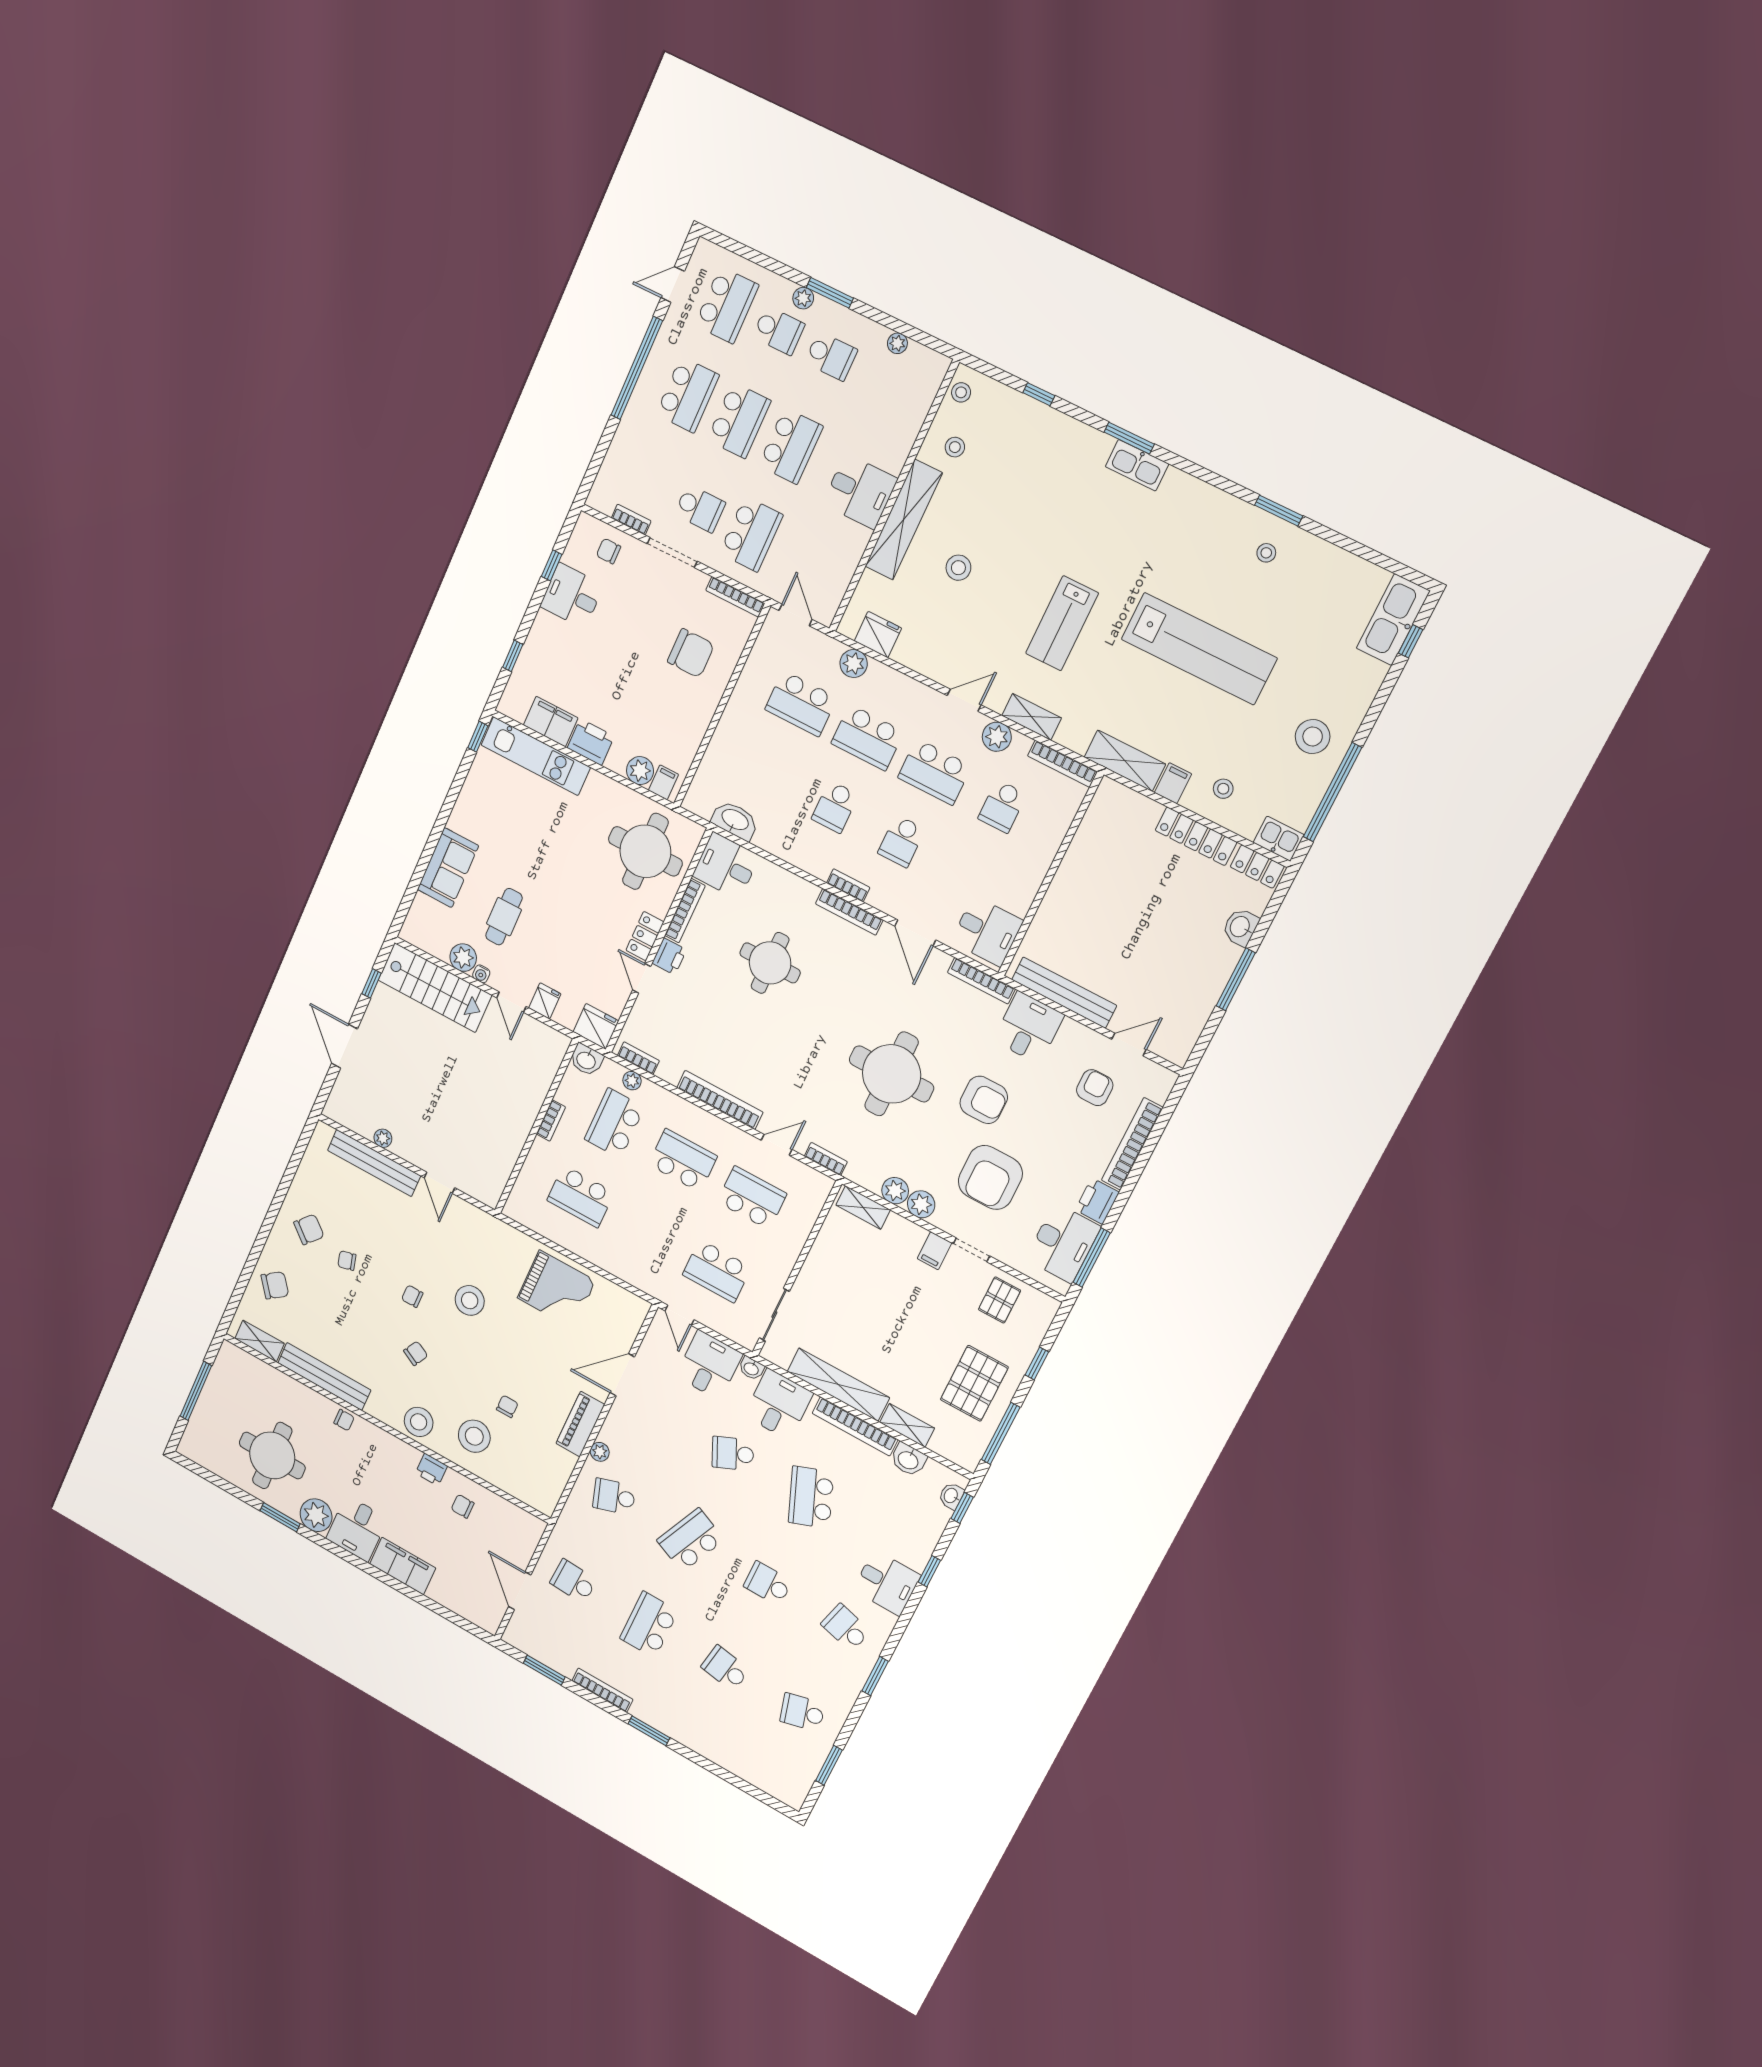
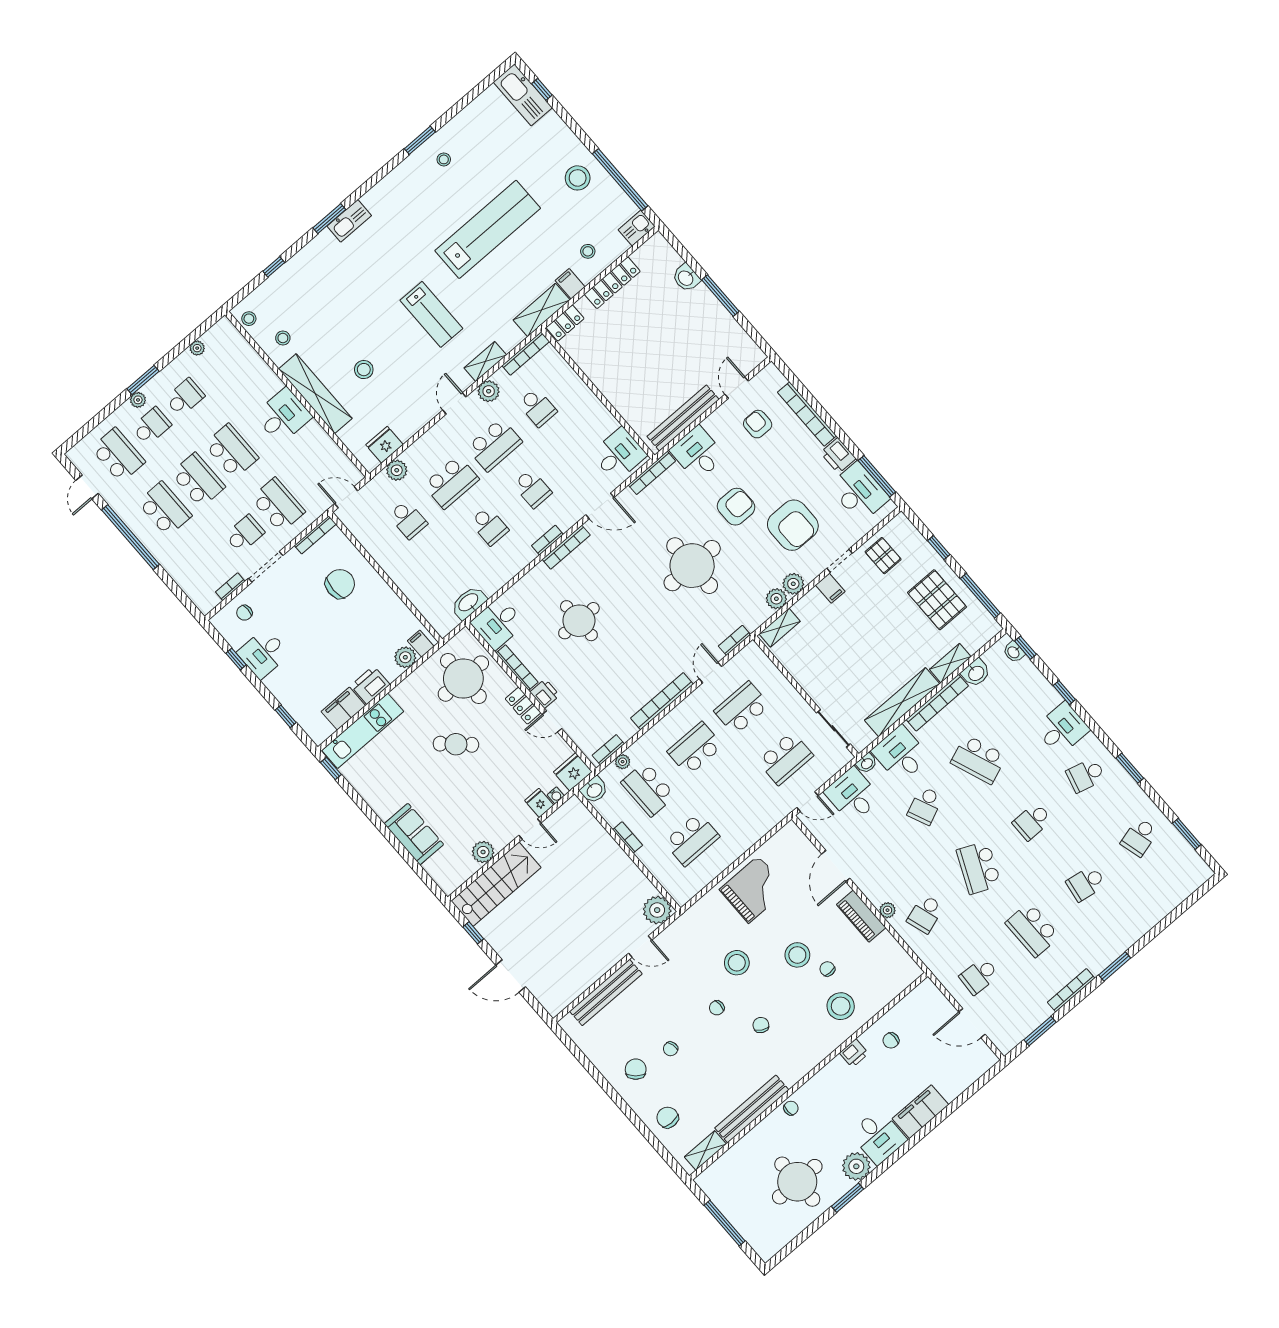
school desk: (801, 703) -> (408, 520), width x0.54
locker: (1257, 866) -> (565, 323), moved
cafe table: (504, 917) -> (456, 744), moved, turned -47
water cooler: (481, 974) -> (556, 795), moved
plant: (383, 1138) -> (657, 910), moved, width x1.87, depth x1.87
chair: (275, 1285) -> (668, 1117), turned -53
stool: (419, 1422) -> (797, 955), moved

